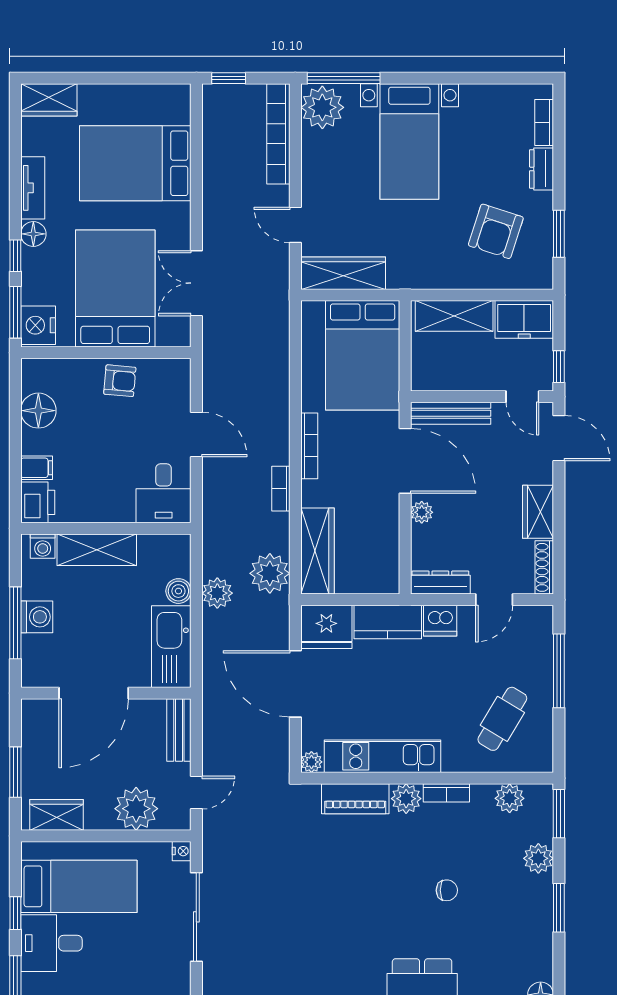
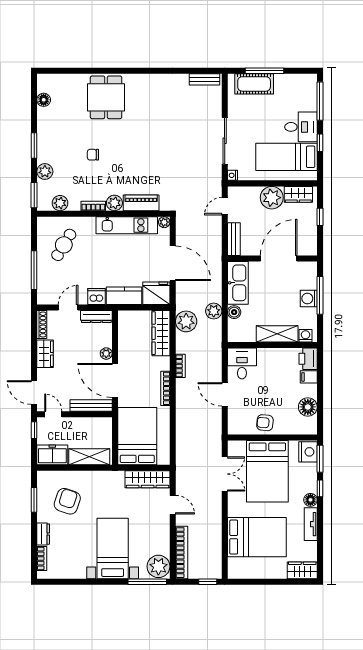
window: (15, 772) -> (320, 217), width x0.67
plant: (136, 809) -> (272, 198), moved

